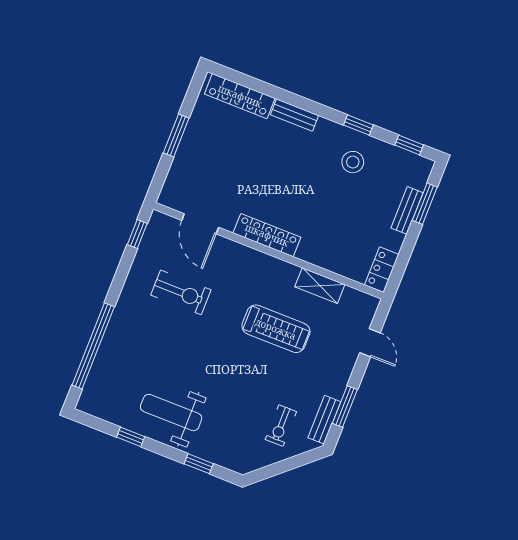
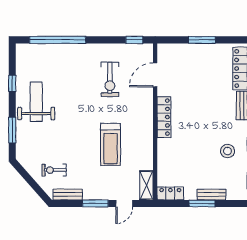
window: (425, 204) -> (202, 204), moved
shelving: (320, 286) -> (146, 185), moved
window: (345, 406) -> (95, 204), moved
window: (199, 464) -> (12, 130), width x1.50

